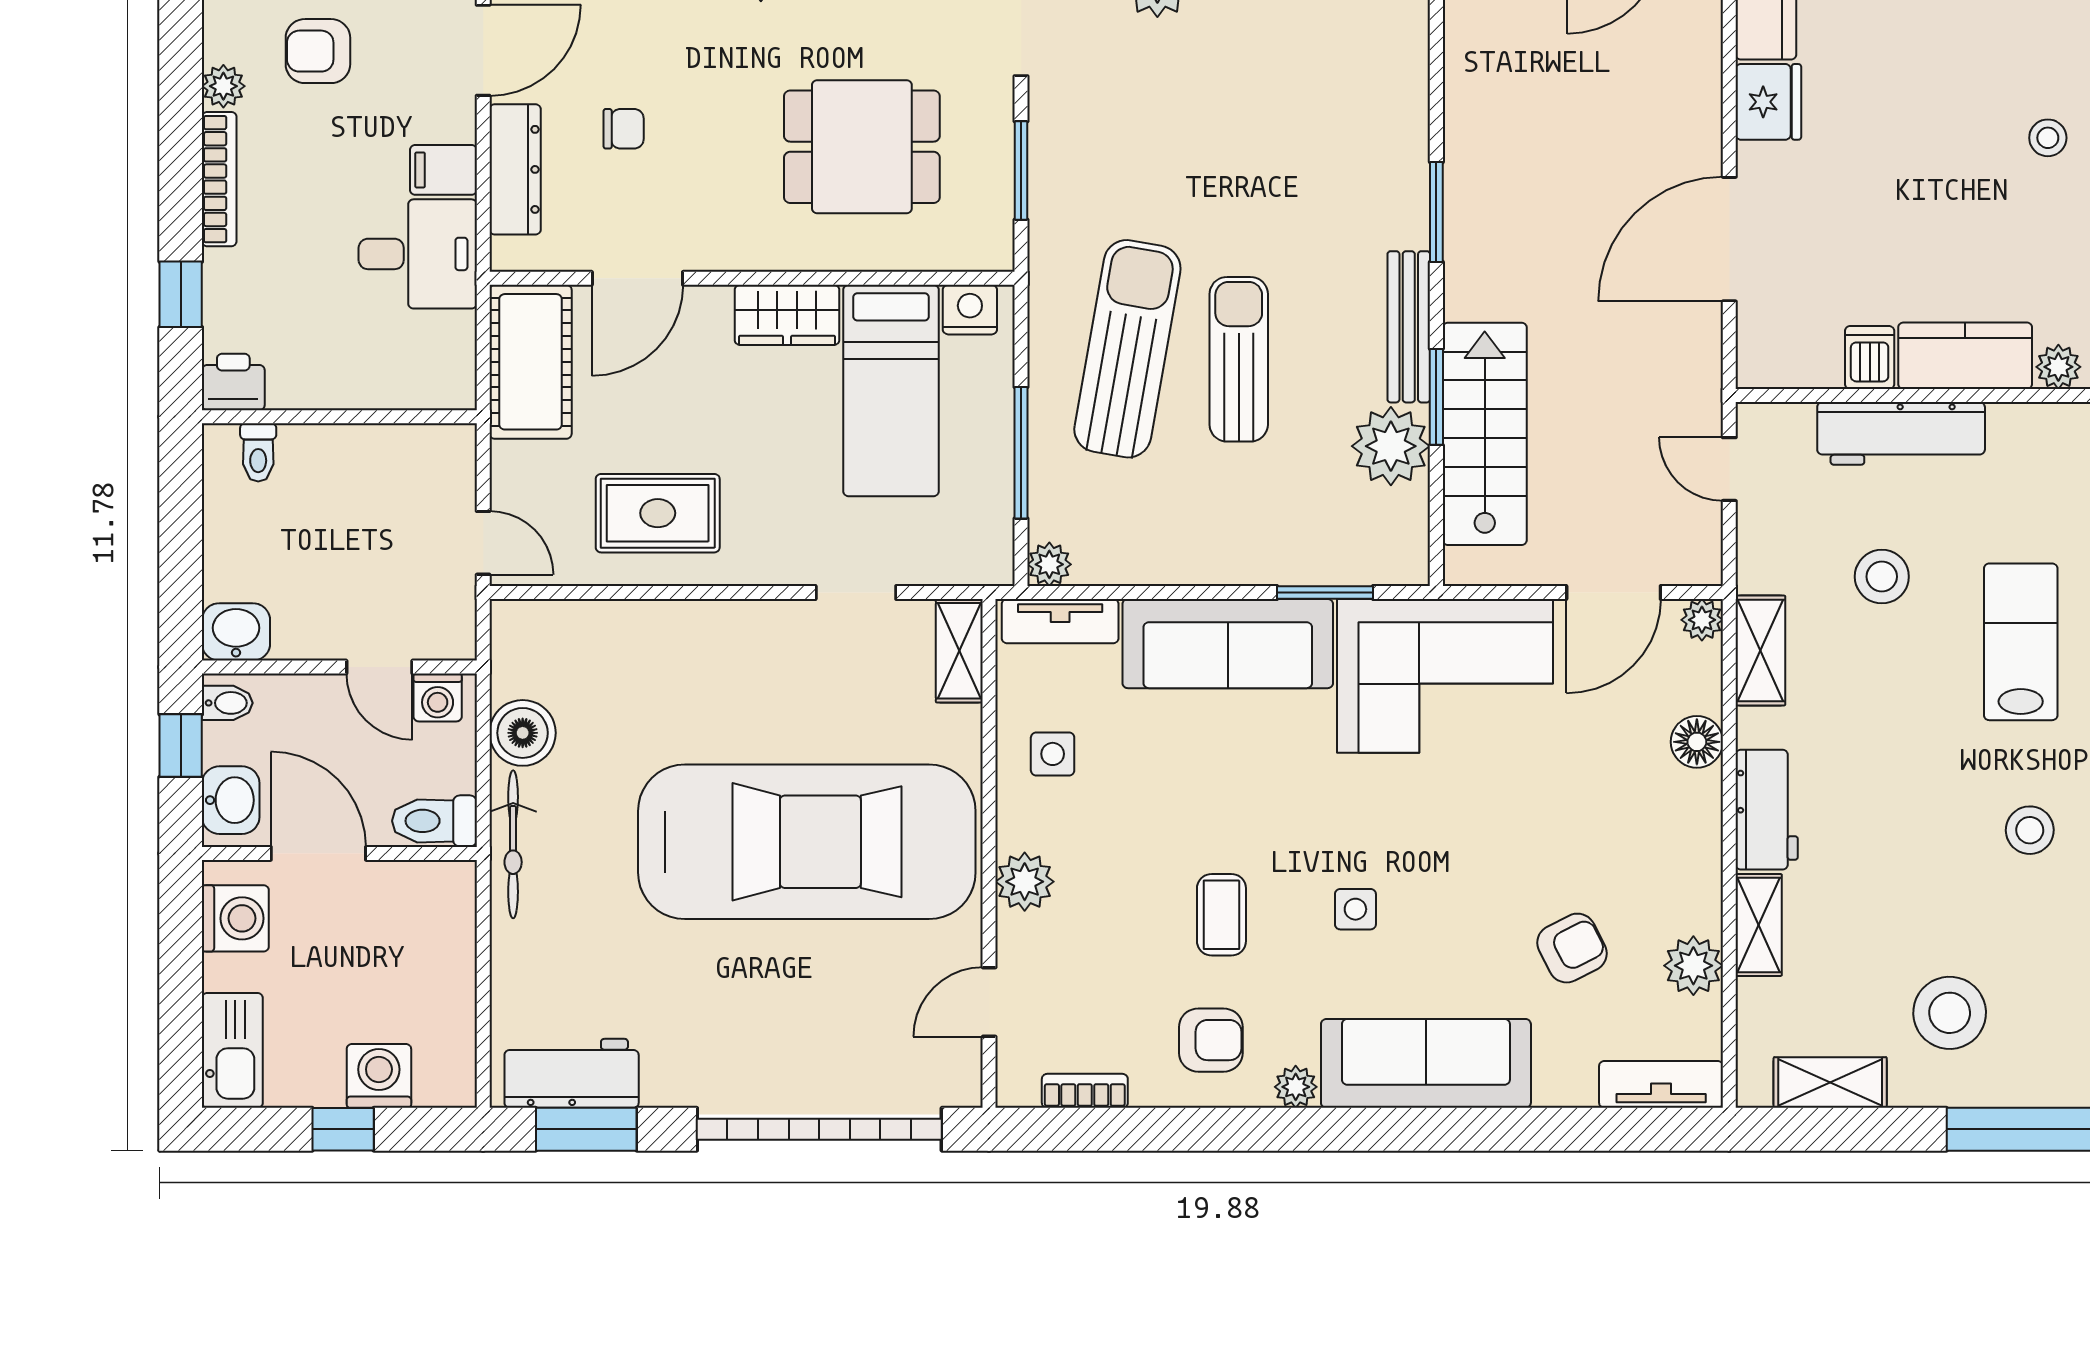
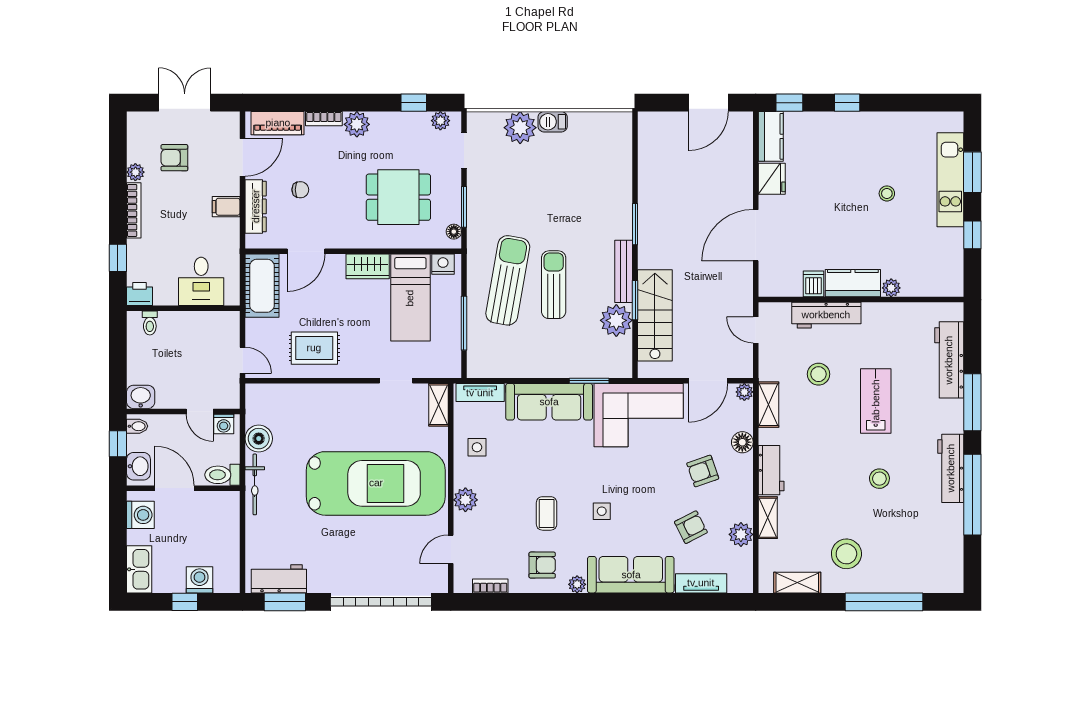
floor lamp: (996, 230) -> (454, 232), added
desk: (418, 254) -> (201, 281), moved, turned 90
plant: (1049, 564) -> (476, 369), removed
armchair: (1601, 812) -> (703, 471), added
tv unit: (1661, 1084) -> (701, 583), moved

